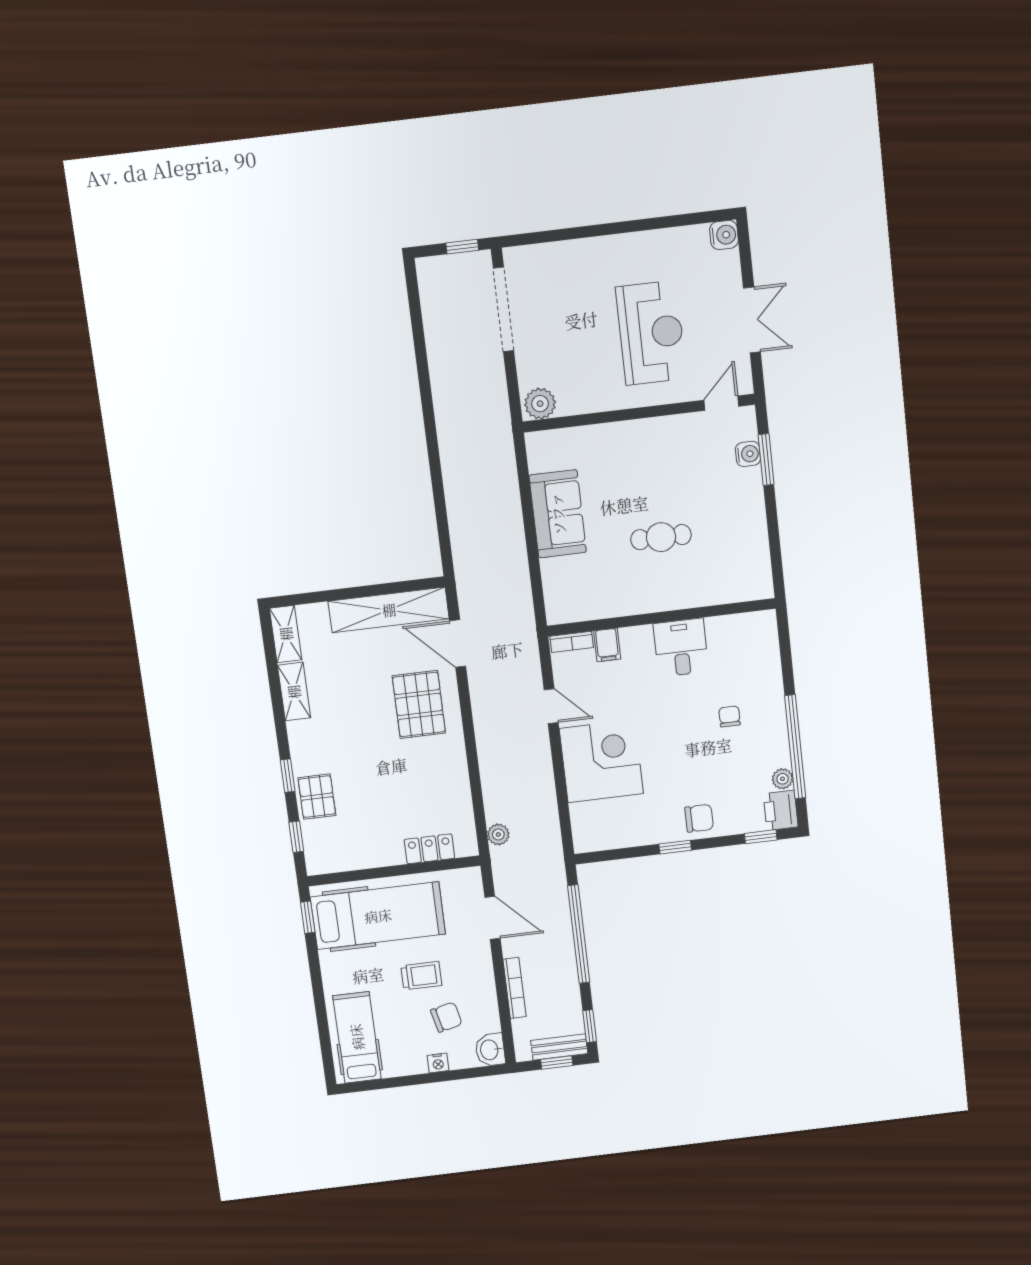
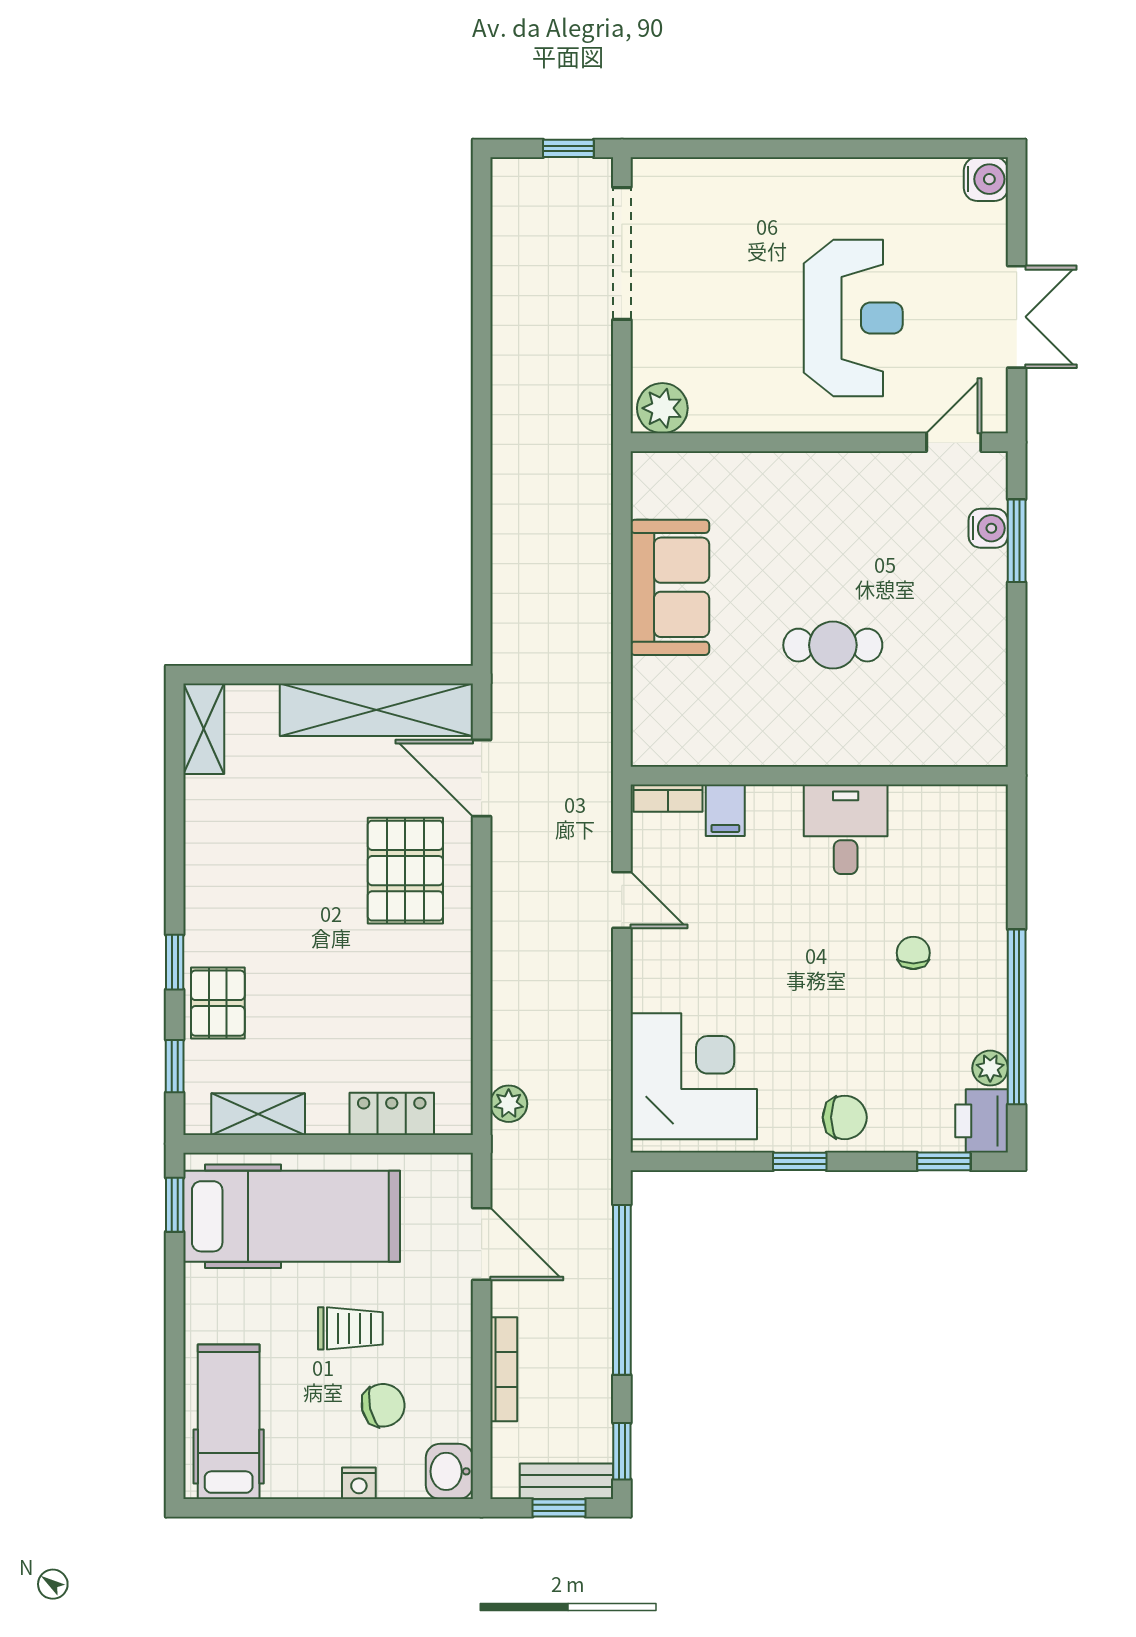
shelving: (294, 692) -> (258, 1114), moved, turned 90
corner desk: (601, 761) -> (694, 1076), moved

